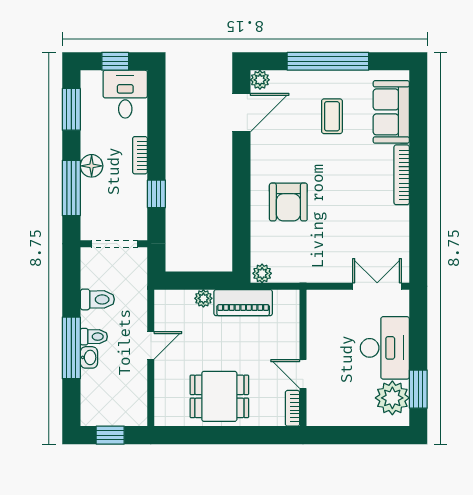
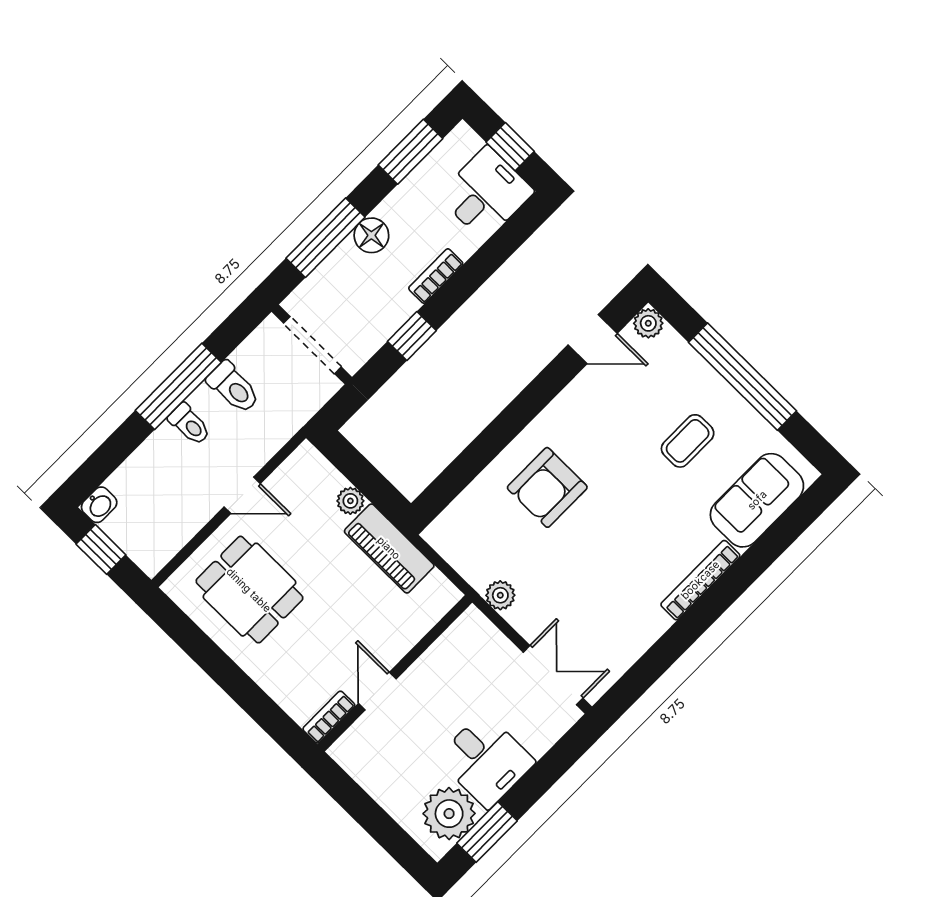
door: (241, 113) -> (593, 339), width x0.73
plant: (262, 273) -> (500, 595), moved
window: (71, 348) -> (178, 386), moved
desk: (385, 348) -> (486, 760), width x0.73
washbasin: (89, 357) -> (99, 505), moved
dining table: (219, 396) -> (249, 590), moved

